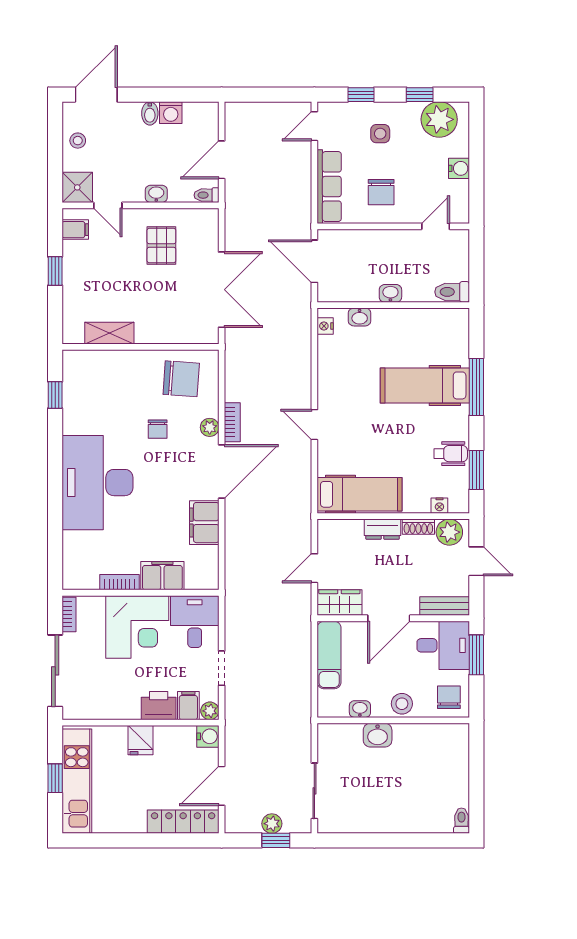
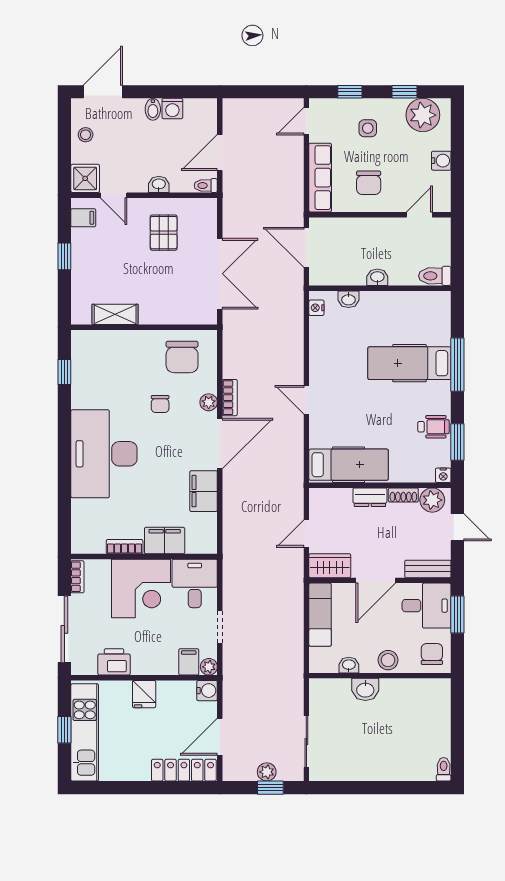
chair: (181, 379) -> (182, 357), turned 86
nightstand: (439, 506) -> (443, 475), moved
printer: (159, 706) -> (114, 662), moved

